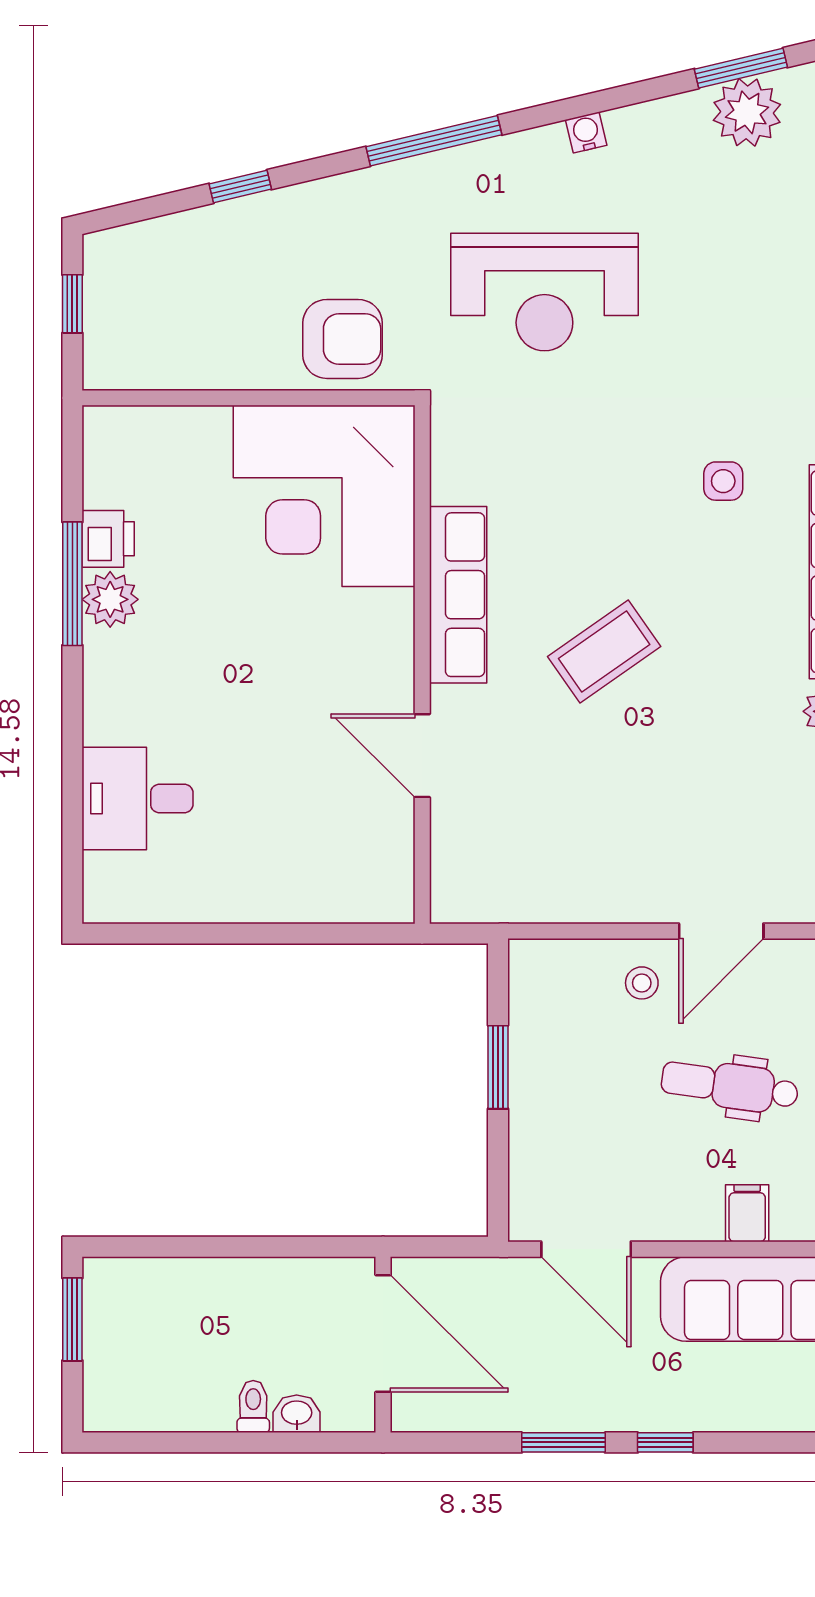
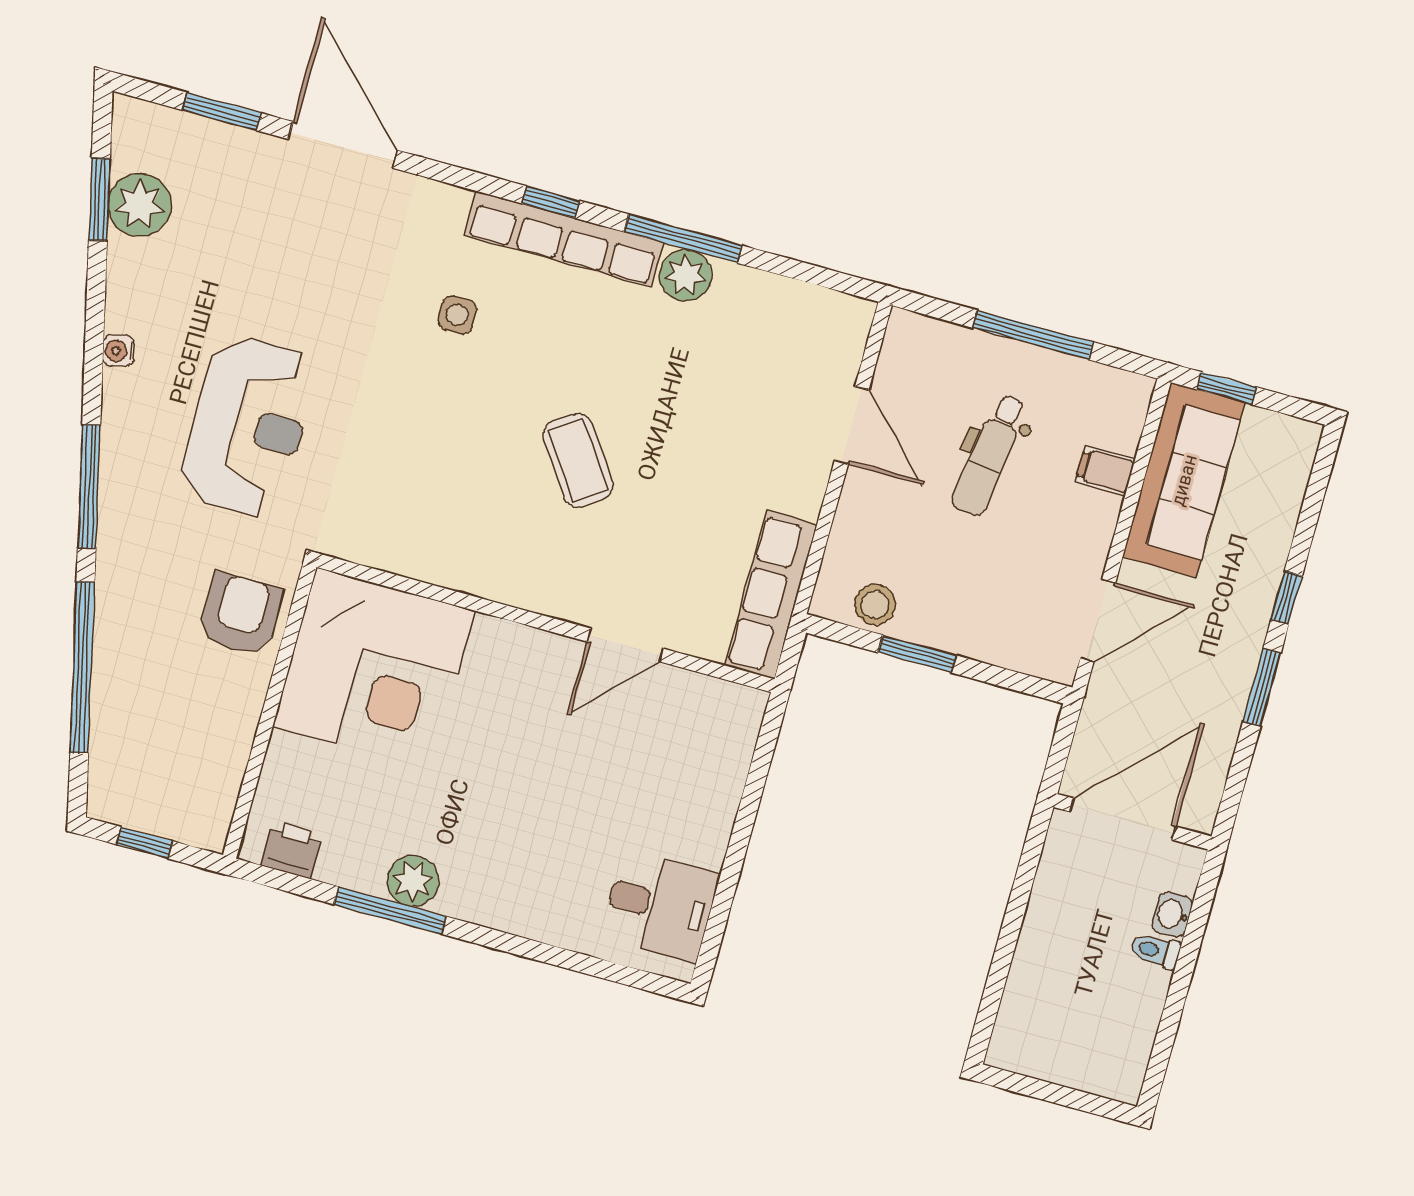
window: (240, 187) -> (82, 667), width x3.17
printer: (108, 539) -> (292, 850), moved
row of seats: (458, 595) -> (771, 595), moved, turned -90
desk: (138, 798) -> (660, 906), moved, turned -90
stool: (642, 983) -> (875, 605), moved, width x1.37, depth x1.37
window: (72, 1319) -> (1035, 1088), removed

